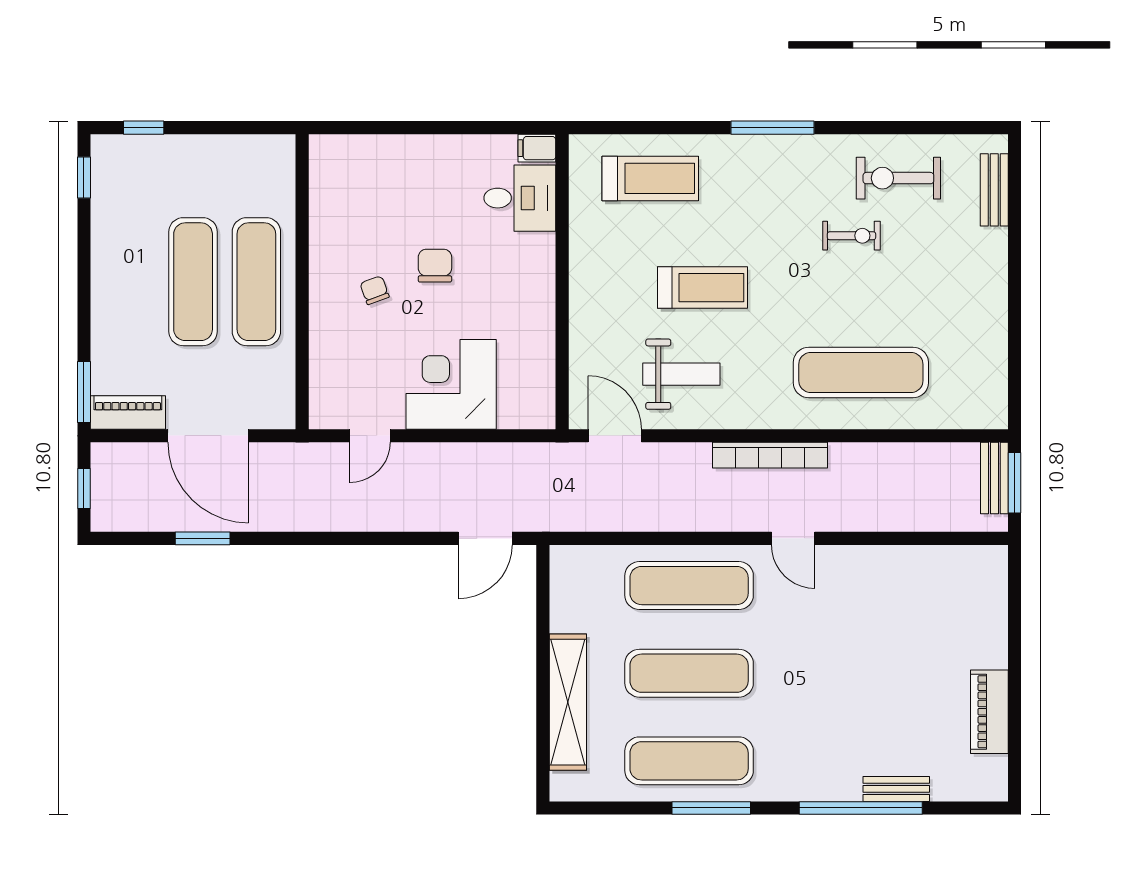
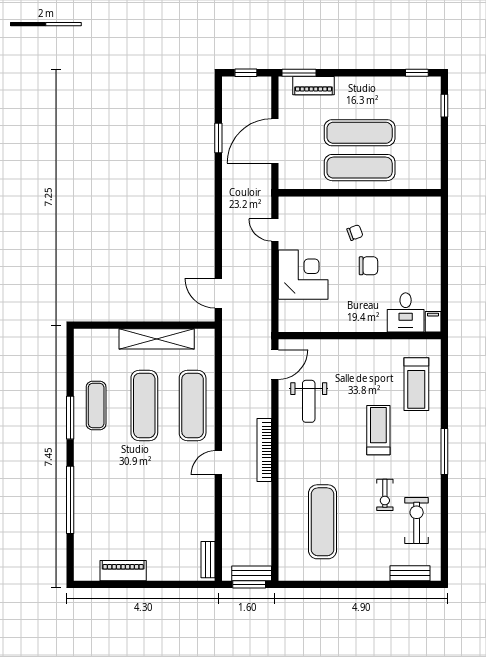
treadmill: (702, 288) -> (378, 430), moved, turned 180
exercise mat: (861, 373) -> (323, 522), moved
piano: (128, 413) -> (314, 86), moved, turned 90
shelving: (568, 702) -> (157, 339), moved
exercise mat: (689, 761) -> (96, 405), width x0.73, depth x0.69
bench: (896, 789) -> (208, 560), moved

